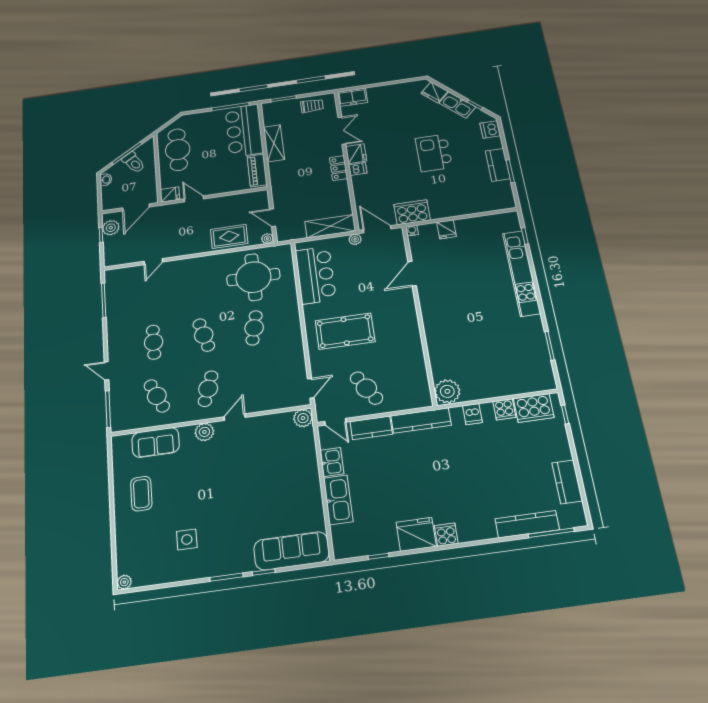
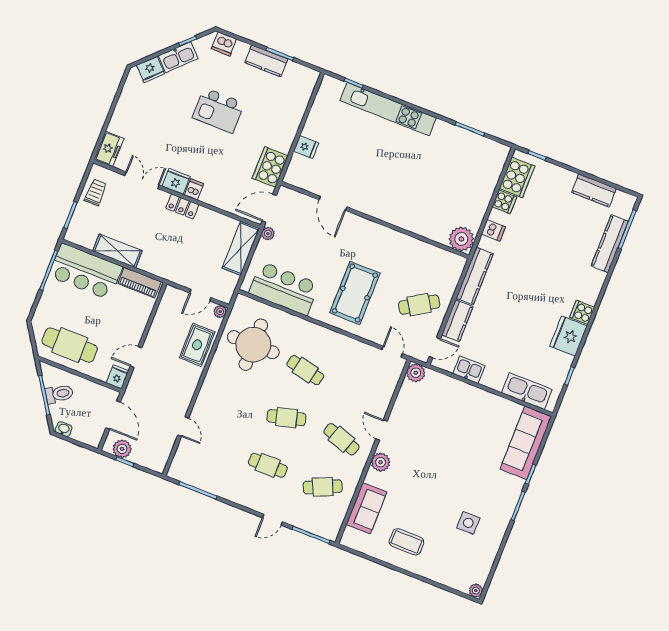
water cooler: (412, 231) -> (289, 178), removed
kitchen sink: (338, 500) -> (527, 391), moved

